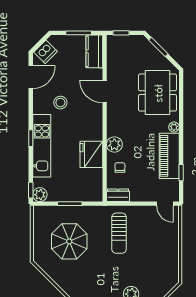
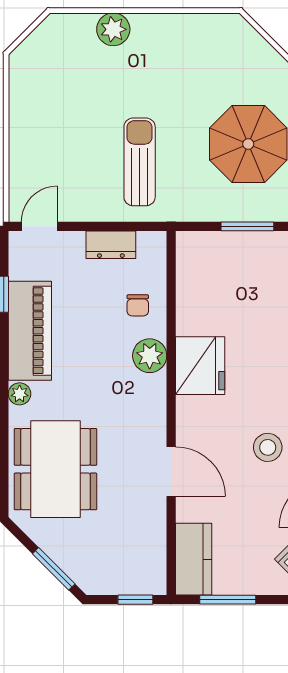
fridge: (91, 154) -> (200, 366), moved
dresser: (118, 195) -> (111, 245), moved
door: (165, 204) -> (39, 226), hinge flipped

